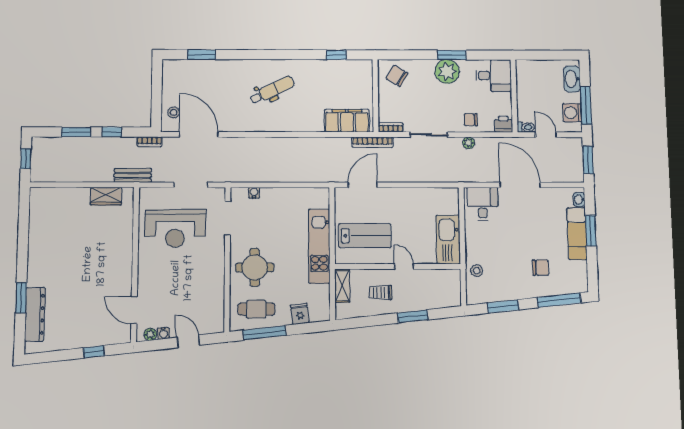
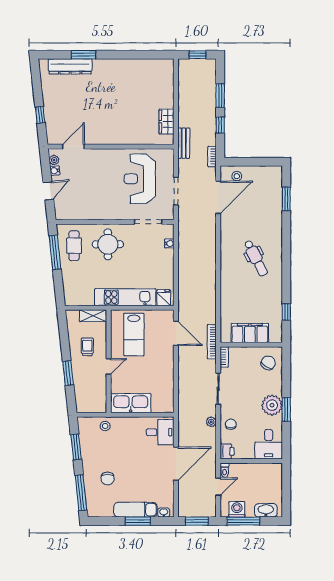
filing cabinet: (347, 121) -> (250, 333), moved, turned -90
fridge: (300, 314) -> (164, 298), moved, turned -84

